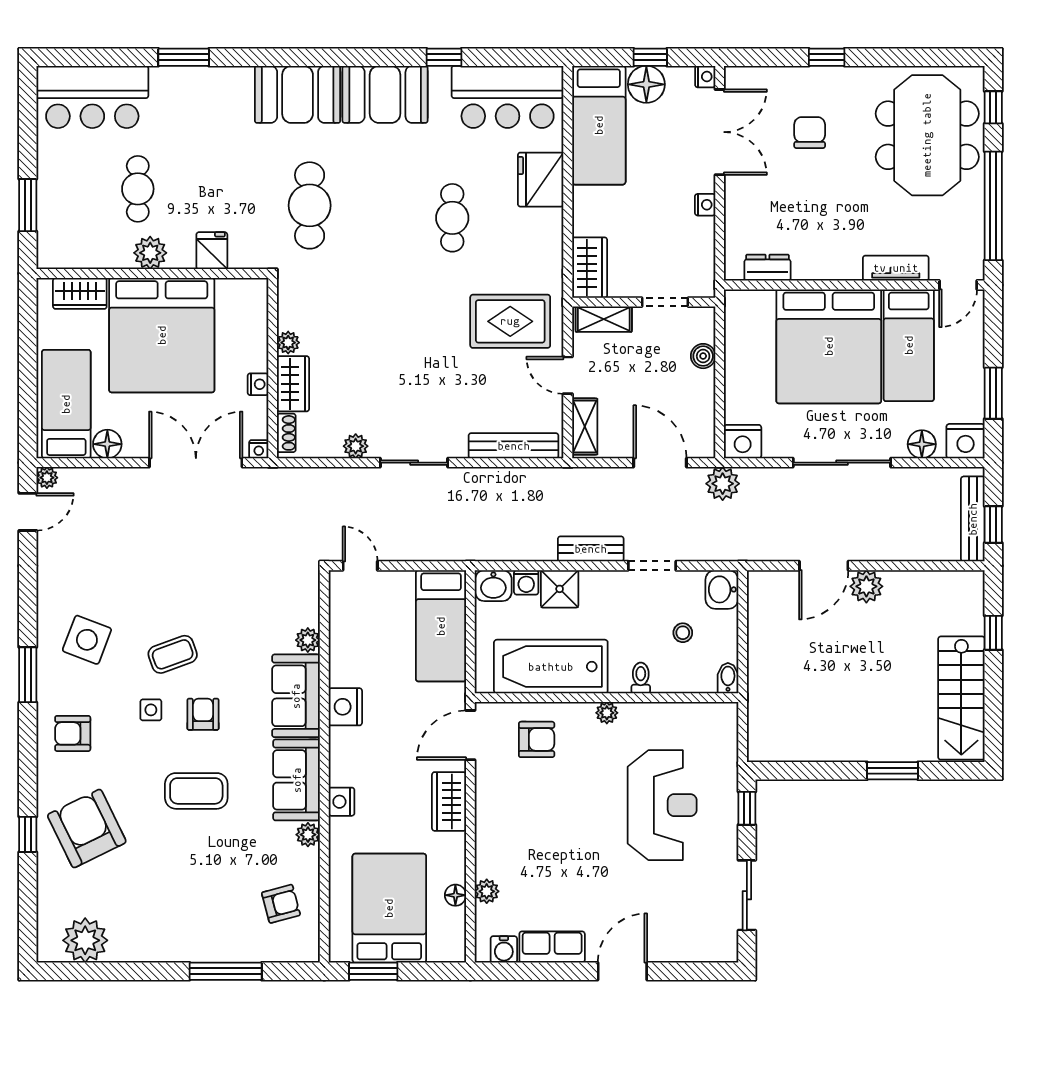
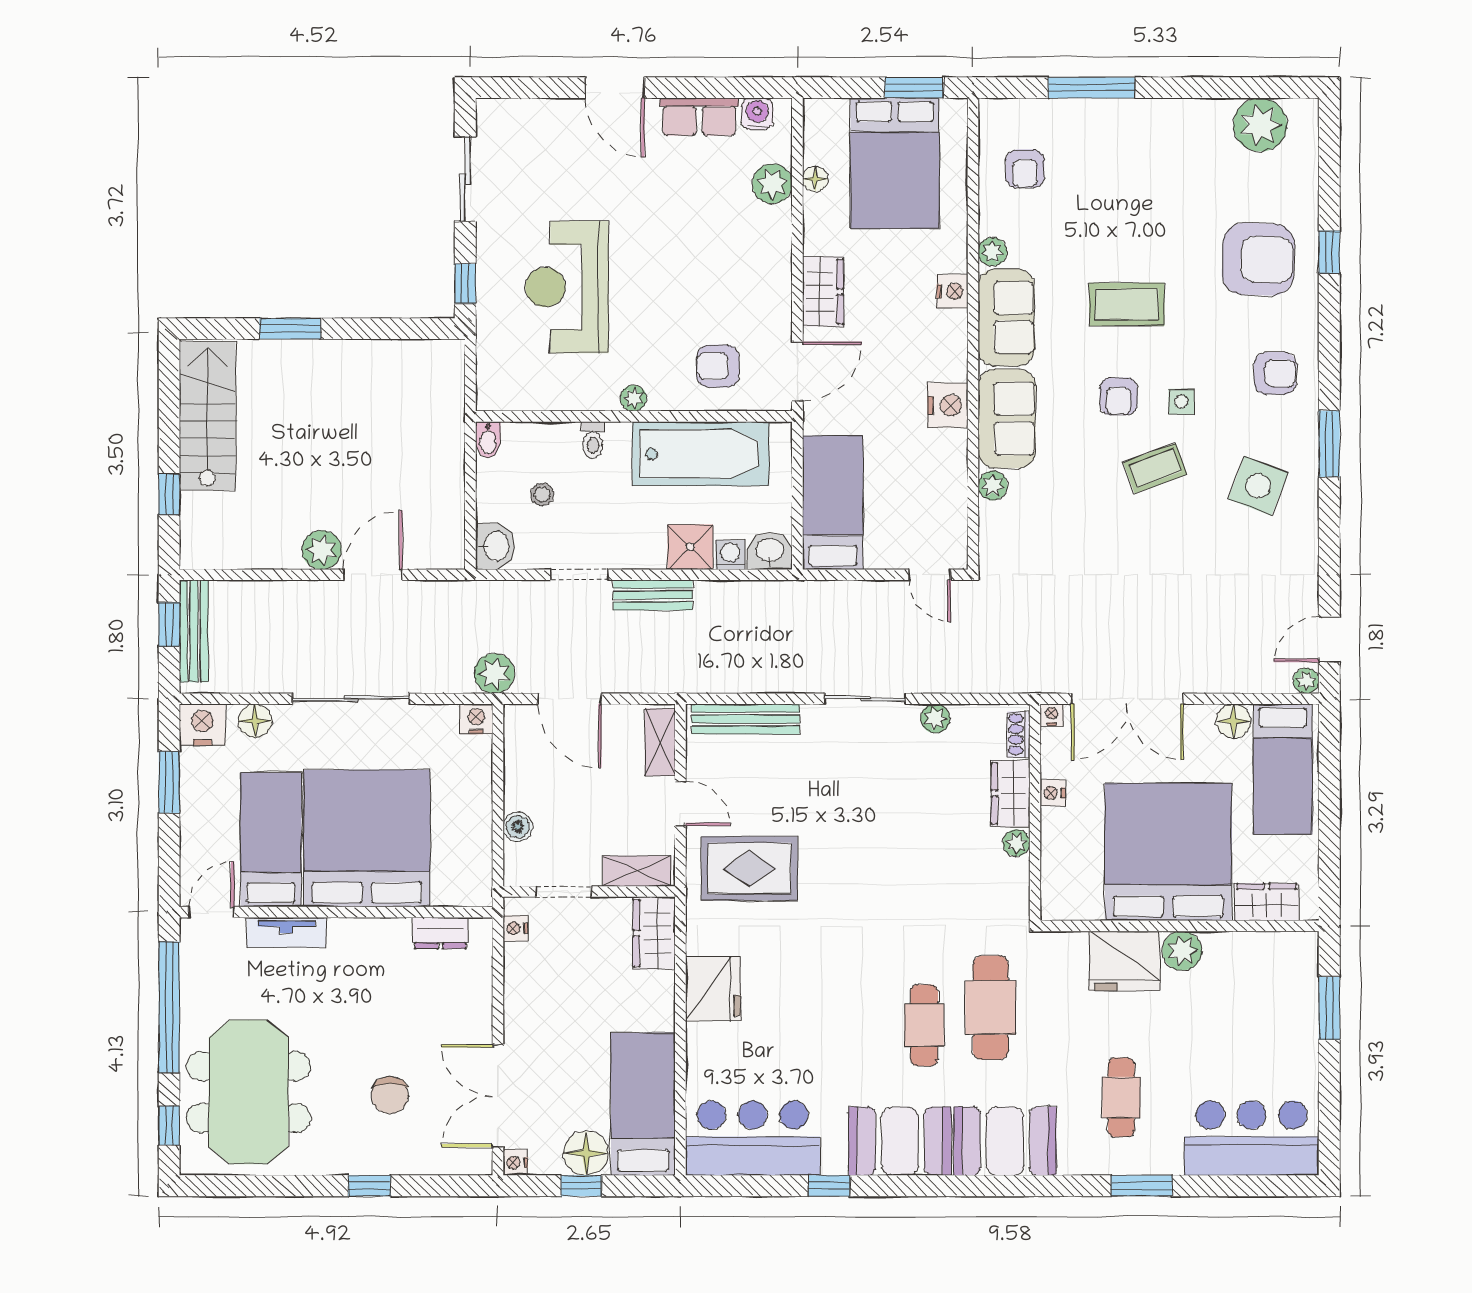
fridge: (541, 180) -> (713, 989), moved
cafe table: (138, 189) -> (1121, 1097), moved
nightstand: (705, 205) -> (515, 928), moved
cafe table: (452, 218) -> (924, 1025), moved
fridge: (212, 251) -> (1124, 961), width x1.88, depth x1.34
nightstand: (743, 442) -> (476, 719), width x0.74, depth x0.75
armchair: (87, 828) -> (1258, 259), turned -62
plant: (487, 891) -> (772, 184), width x1.38, depth x1.38
armchair: (281, 904) -> (1025, 169), turned -75
door: (622, 971) -> (615, 88), hinge flipped

